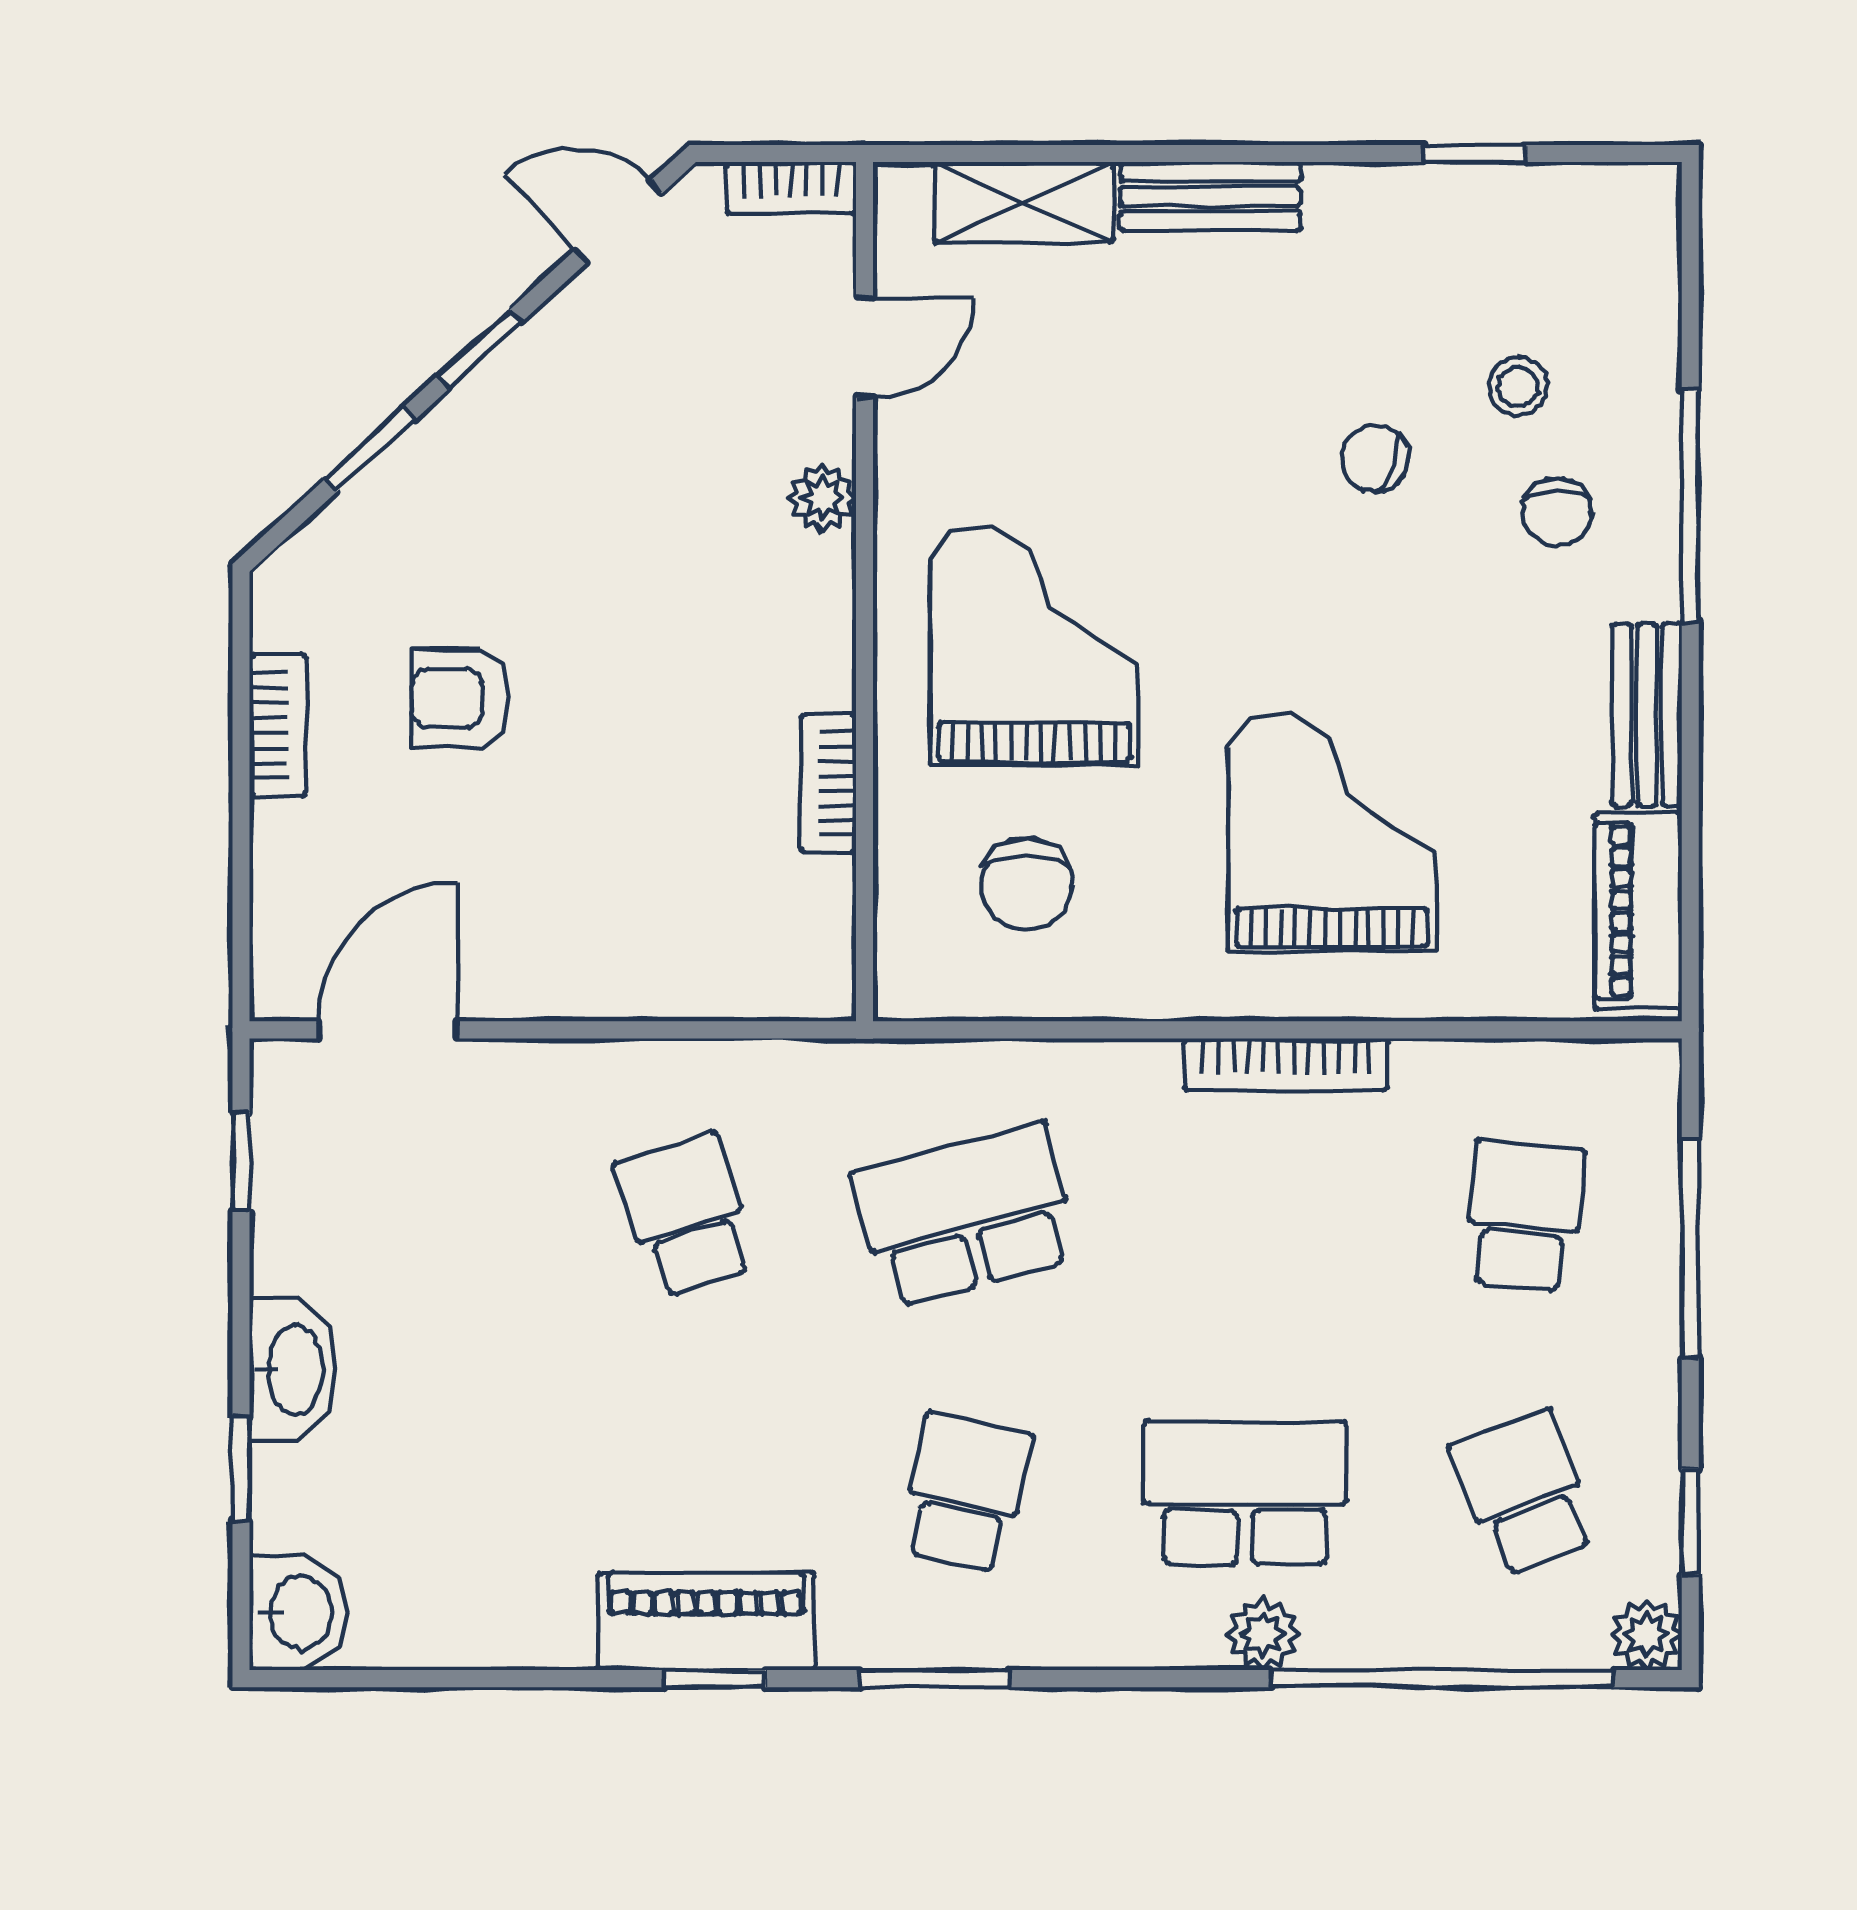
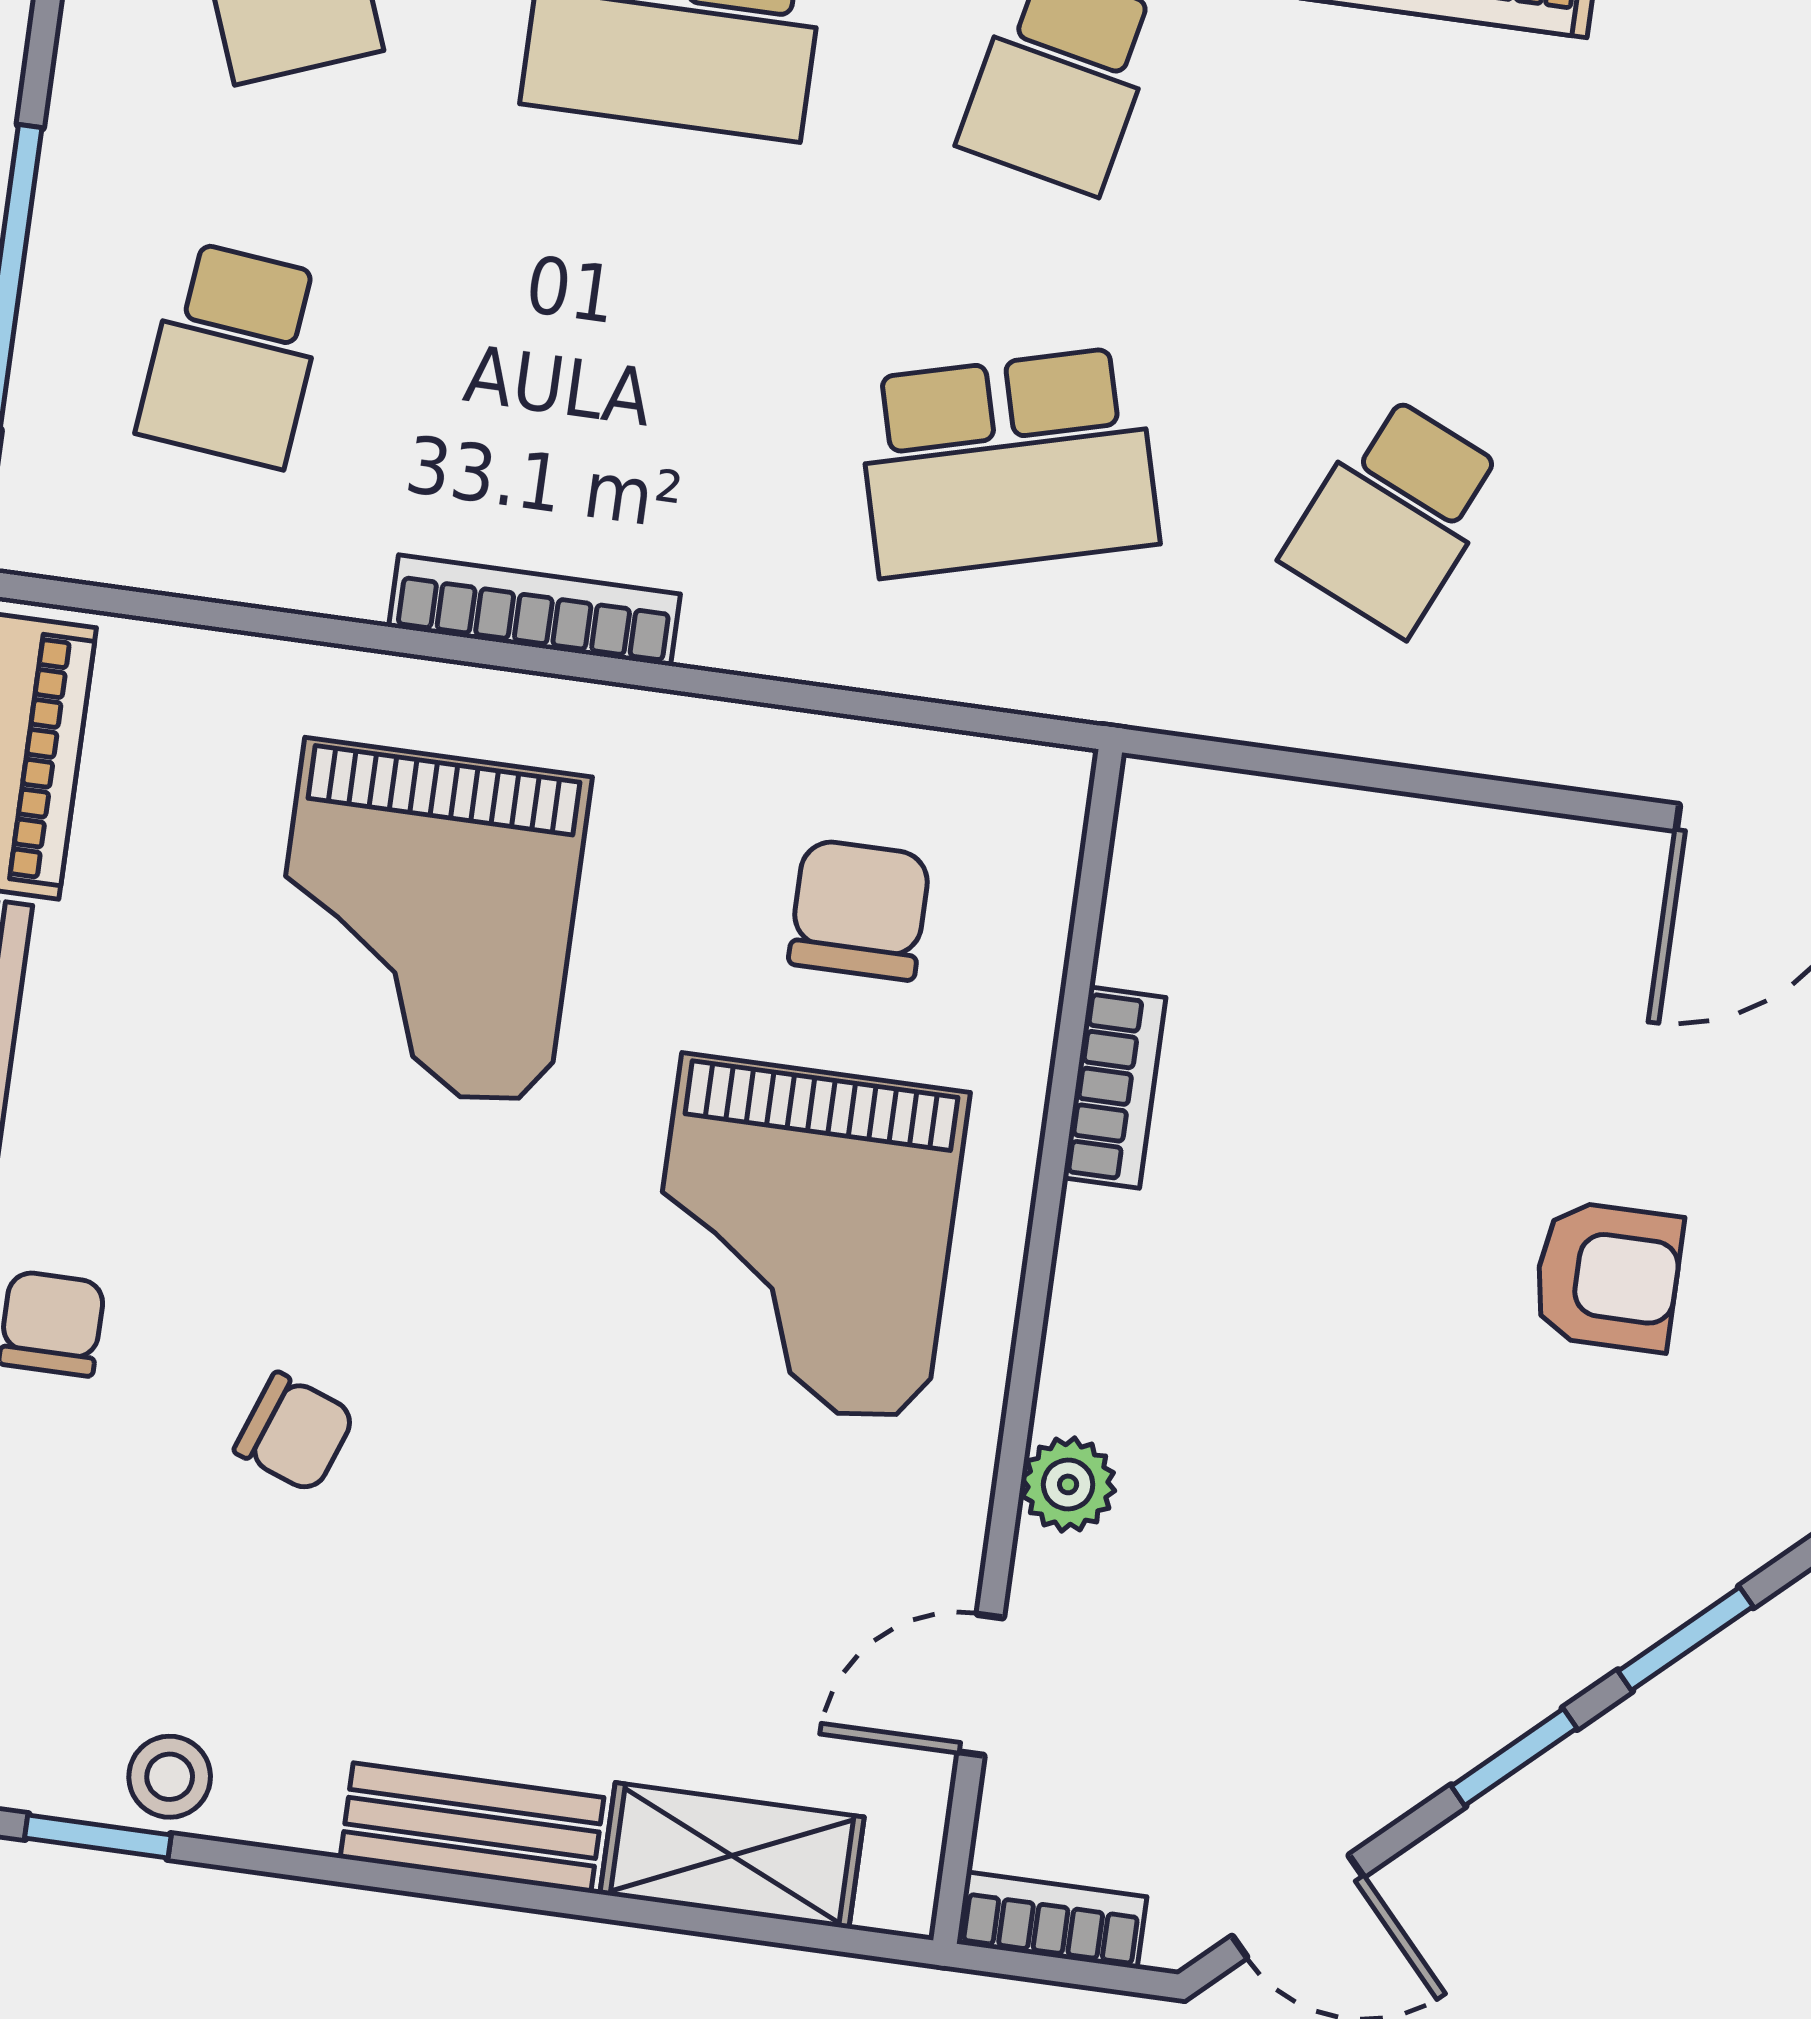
stool: (1518, 387) -> (170, 1777), moved
school desk: (686, 1216) -> (1395, 516), turned 42

